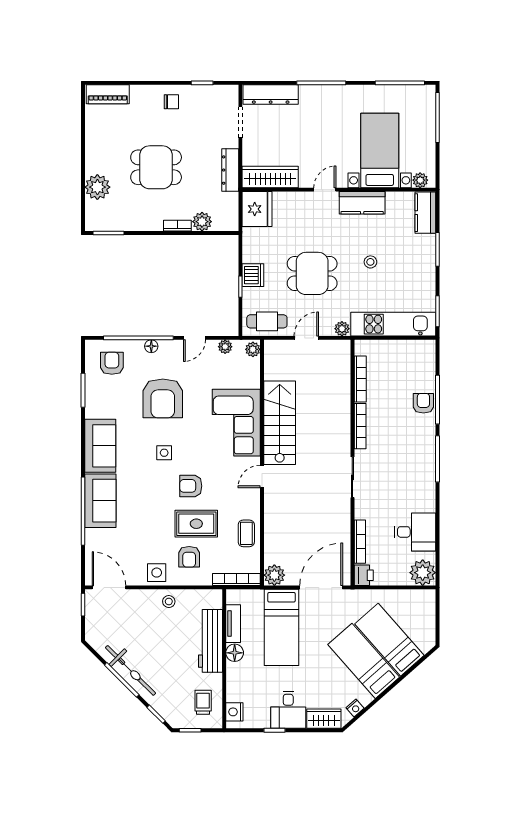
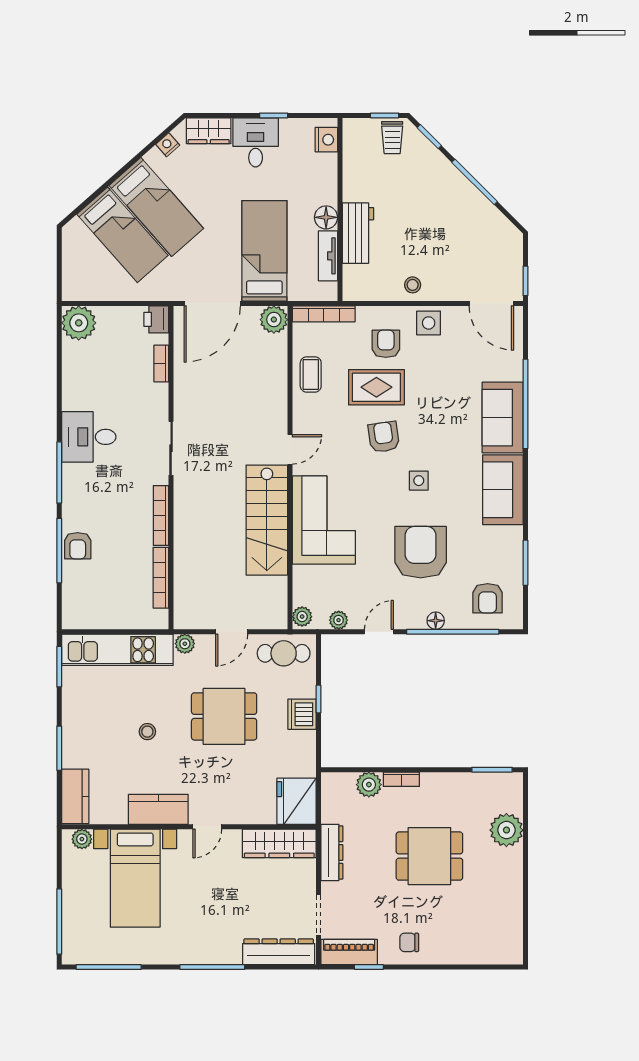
piano: (108, 94) -> (349, 952), moved
armchair: (191, 486) -> (384, 437), turned -98
desk: (415, 532) -> (89, 437), moved
bookcase: (360, 542) -> (161, 364), width x0.64
workbench: (210, 641) -> (358, 233), width x0.73
bicycle: (131, 670) -> (463, 194), removed
trolley: (203, 702) -> (392, 138), moved

